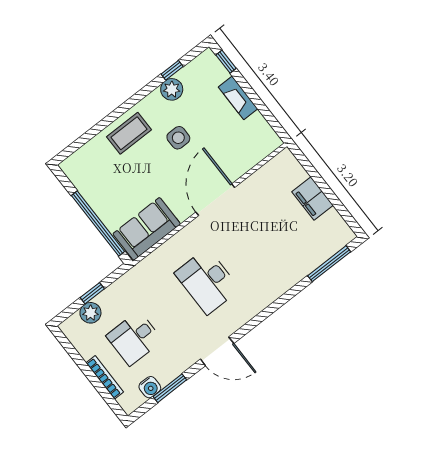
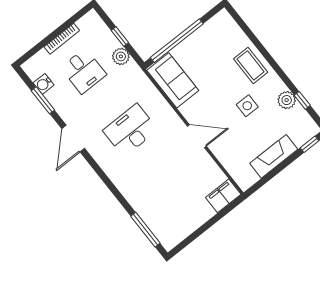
fireplace: (238, 98) -> (274, 156), width x1.37, depth x1.32
filing cabinet: (313, 199) -> (223, 196), moved
door: (215, 200) -> (197, 136), width x0.73
plant: (90, 313) -> (121, 56), moved
desk: (134, 338) -> (84, 71), turned 180
bookcase: (105, 377) -> (62, 39), moved

